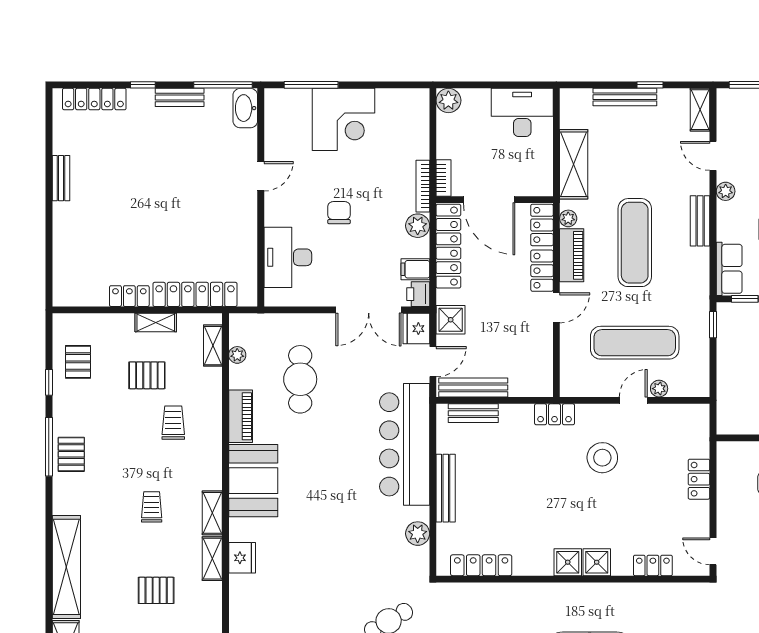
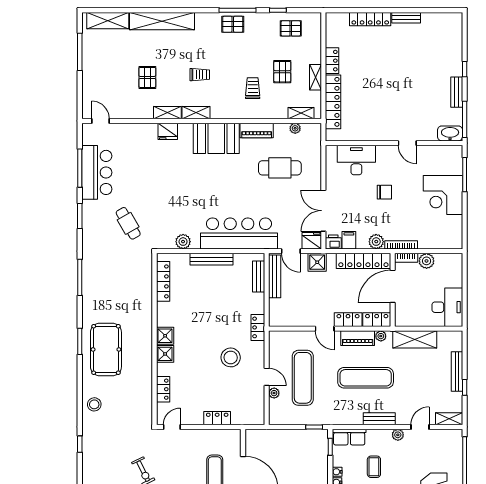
locker: (94, 99) -> (370, 19), moved, turned -90
plant: (448, 100) -> (427, 261), moved
trolley: (173, 423) -> (253, 88), turned -90

